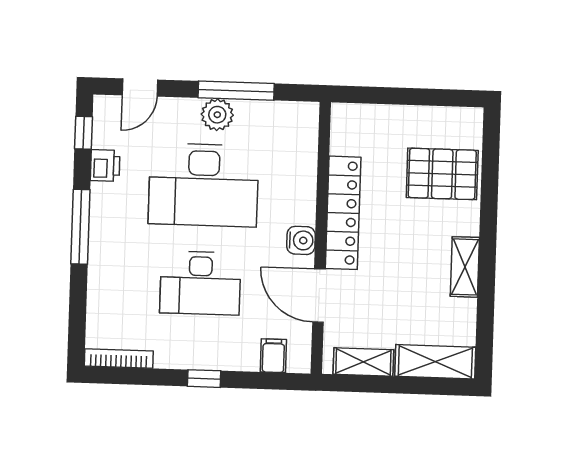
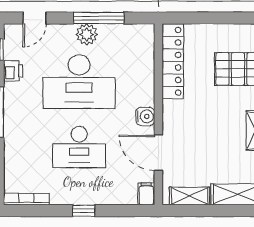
locker: (343, 213) -> (173, 61), moved
filing cabinet: (273, 356) -> (146, 194), moved

